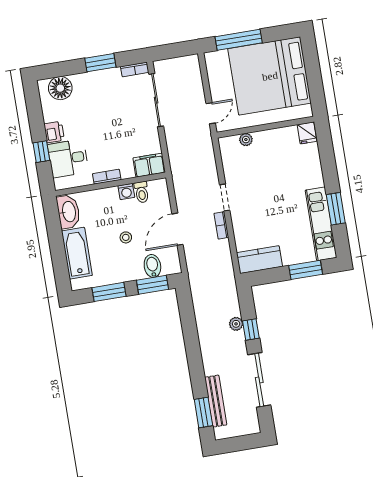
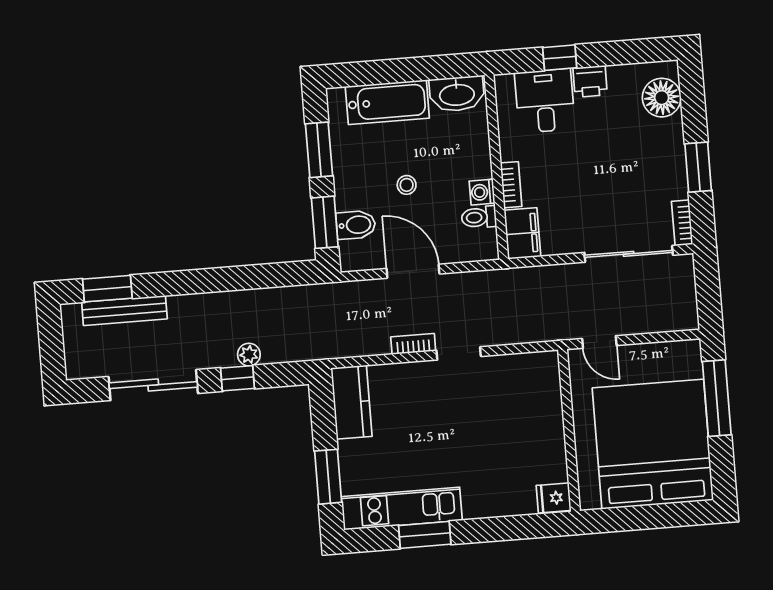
plant: (246, 140) -> (551, 396), removed
bookcase: (107, 177) -> (511, 185), moved

